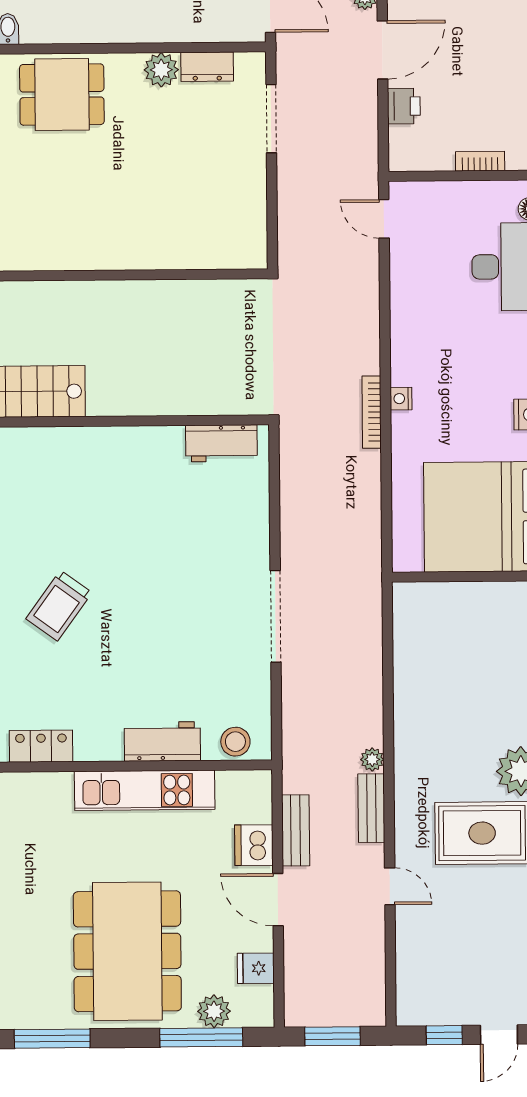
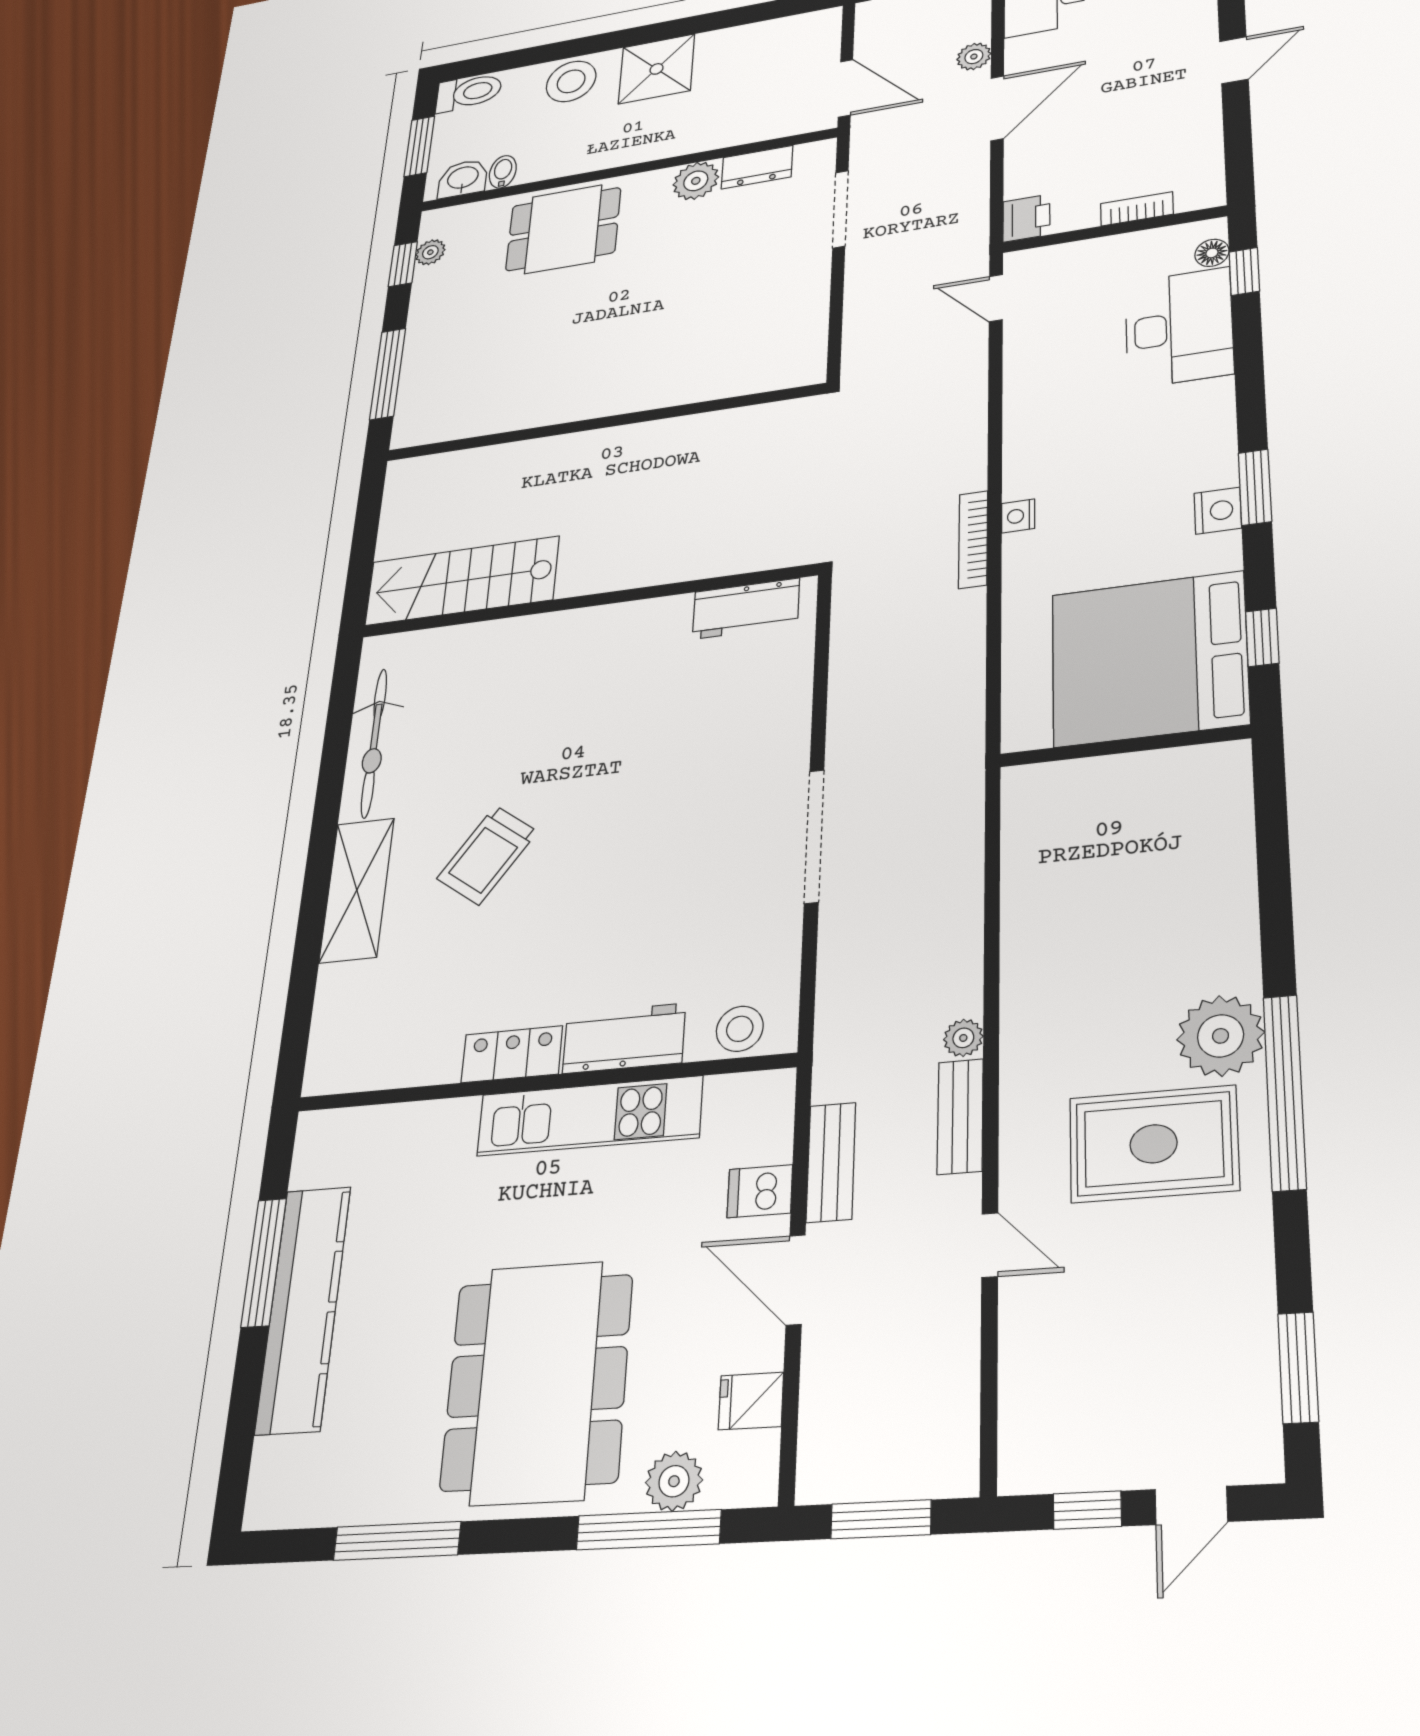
printer: (404, 106) -> (1026, 218), moved
locker: (41, 746) -> (512, 1054), moved
dishwasher: (254, 845) -> (760, 1191), width x0.73

